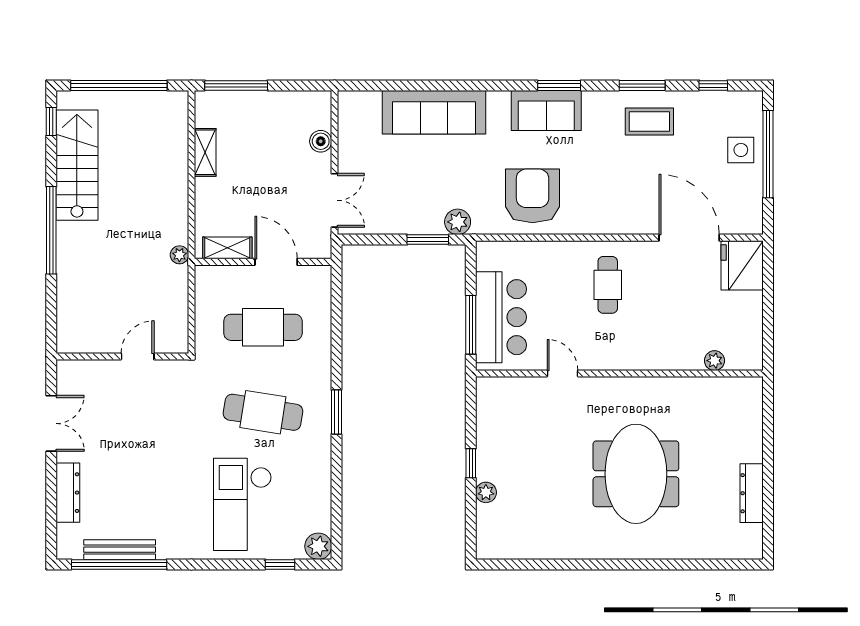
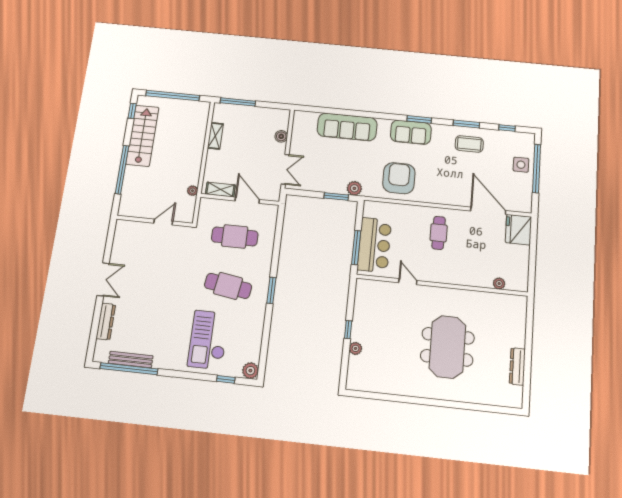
wall: (122, 356) -> (155, 221), moved
door: (138, 356) -> (163, 222), moved

